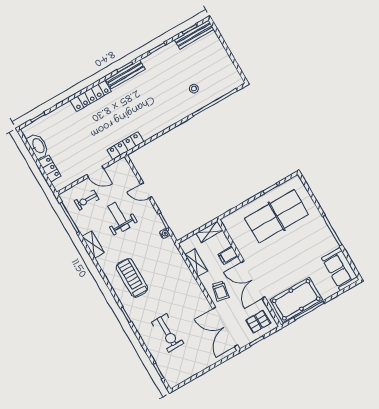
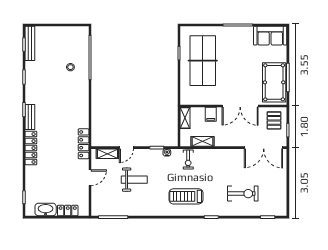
bench: (126, 74) -> (30, 117), width x0.73
exercise bike: (87, 200) -> (188, 159), moved
weight bench: (119, 217) -> (134, 180), turned 180
shelving: (93, 244) -> (107, 154), moved
trolley: (220, 291) -> (234, 136), removed

